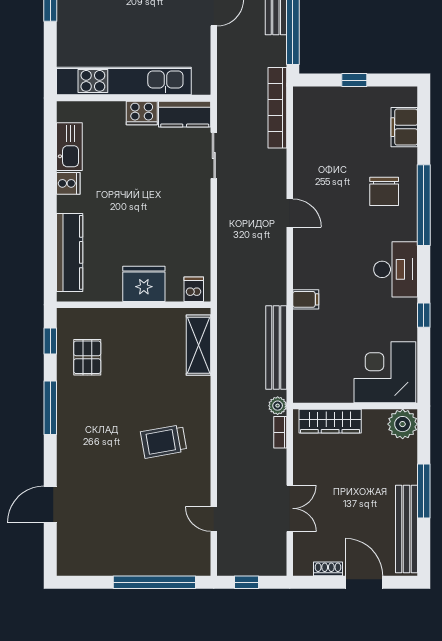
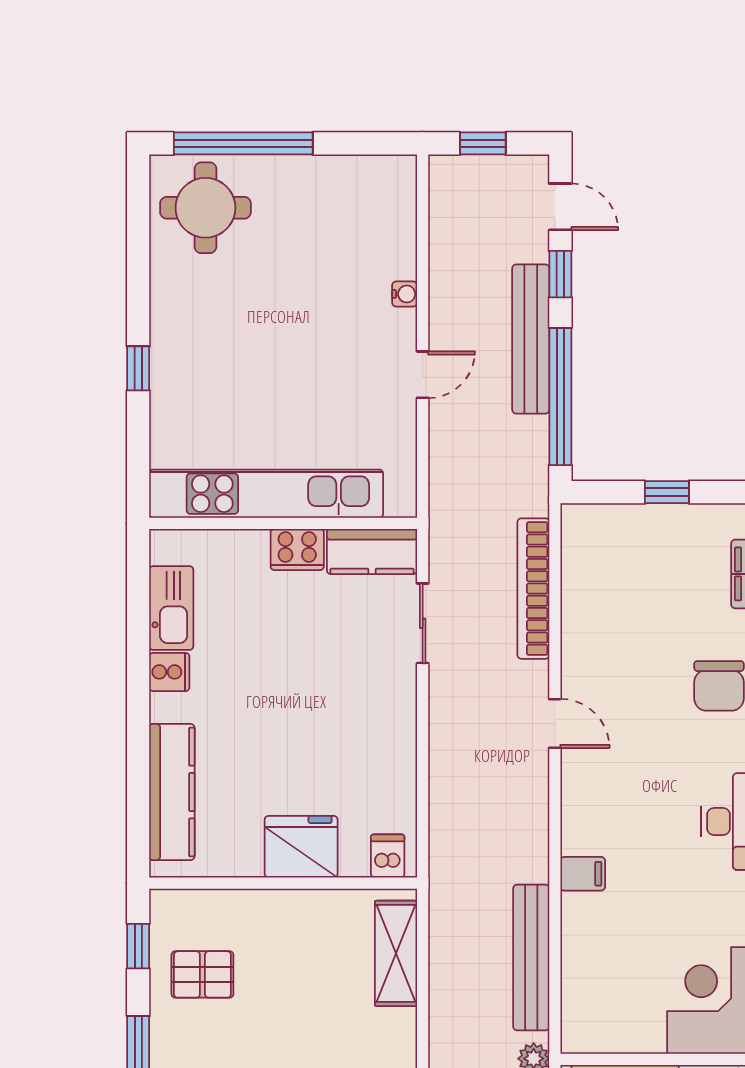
bookcase: (277, 108) -> (533, 589), moved
pallet: (87, 357) -> (202, 974), turned 90

